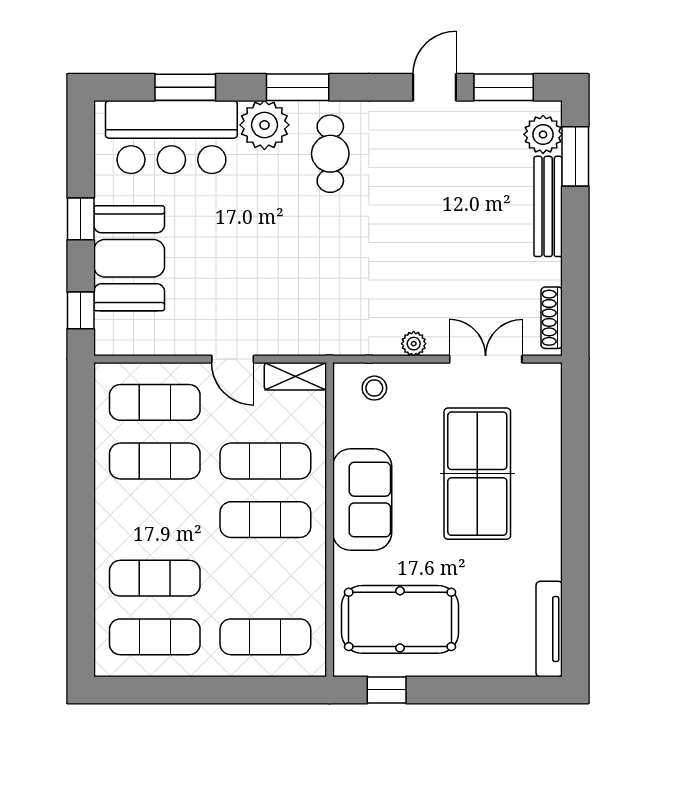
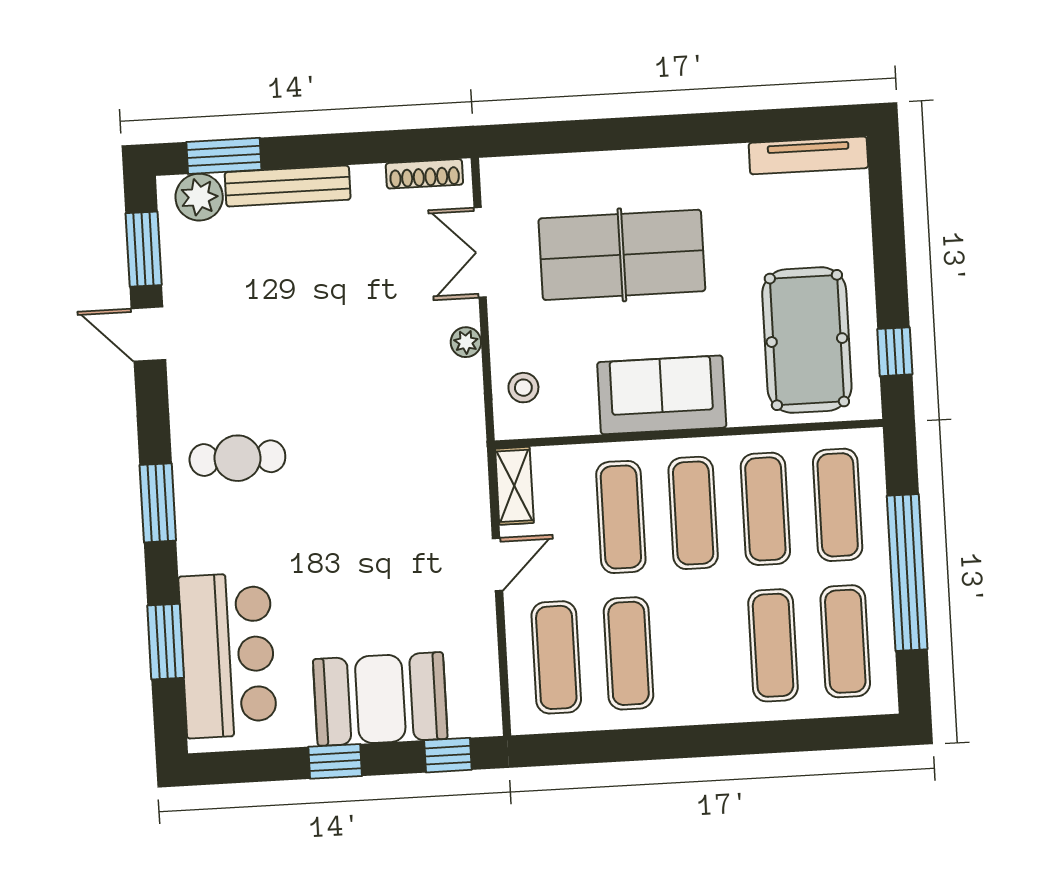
plant: (264, 125) -> (207, 541), removed
exercise mat: (265, 578) -> (765, 509), added
window: (208, 690) -> (907, 572), added

